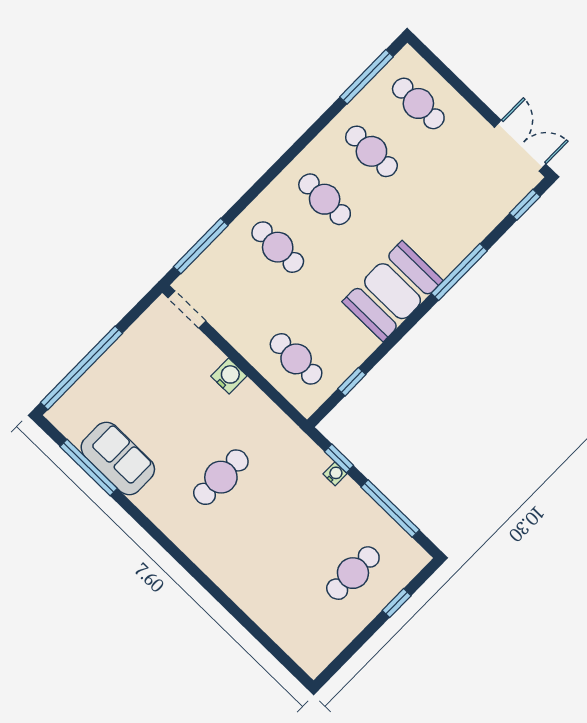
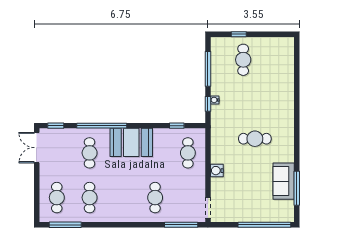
cafe table: (325, 199) -> (90, 153), moved
window: (459, 272) -> (102, 126), width x1.46
cafe table: (353, 573) -> (243, 60), turned 90

